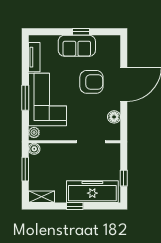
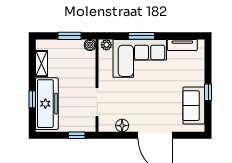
sofa: (77, 46) -> (194, 106), moved
armchair: (91, 82) -> (157, 103), removed
window: (124, 178) -> (77, 135), moved
shelving: (41, 197) -> (42, 64), moved
window: (75, 206) -> (32, 99), moved

